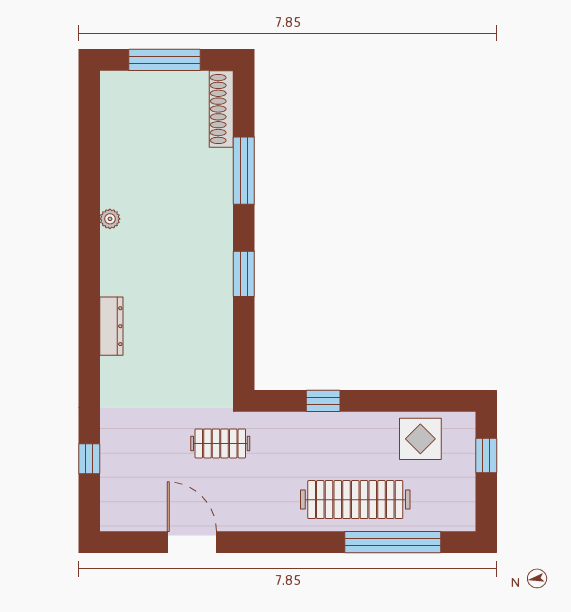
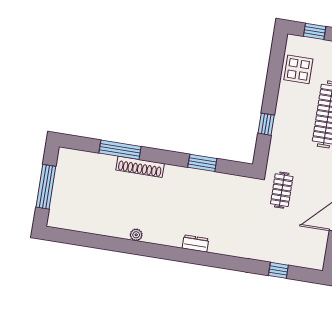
shoe rack: (221, 109) -> (140, 167), moved
window: (244, 274) -> (202, 163), moved
dresser: (111, 326) -> (195, 243), width x0.70

